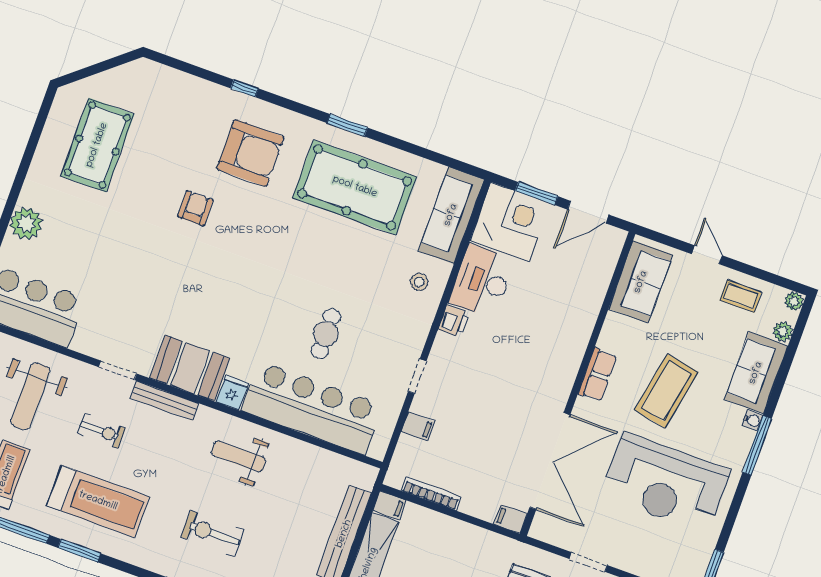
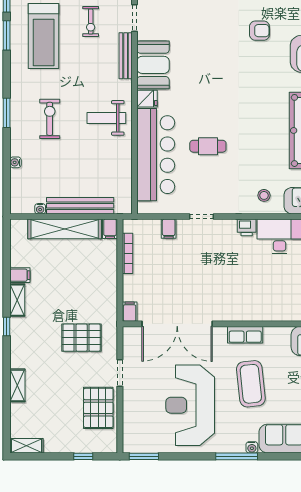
coffee table: (666, 391) -> (251, 384), turned 73
weight bench: (239, 457) -> (106, 118), turned -90

